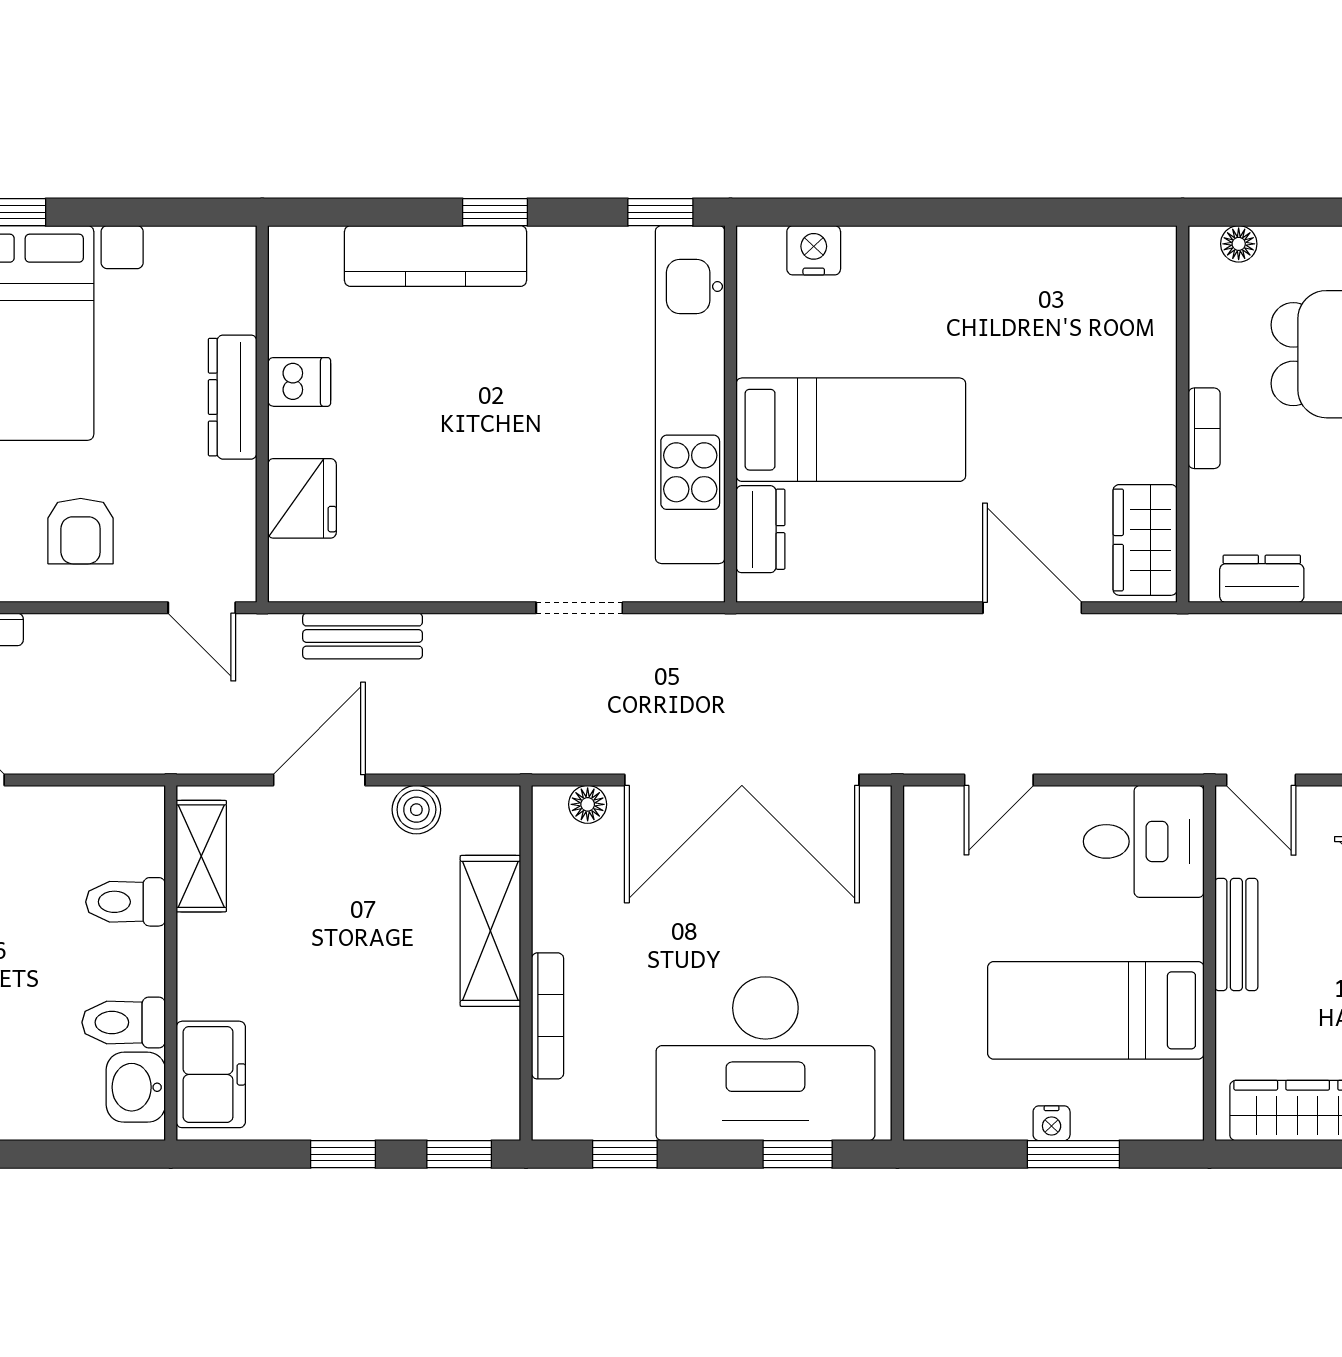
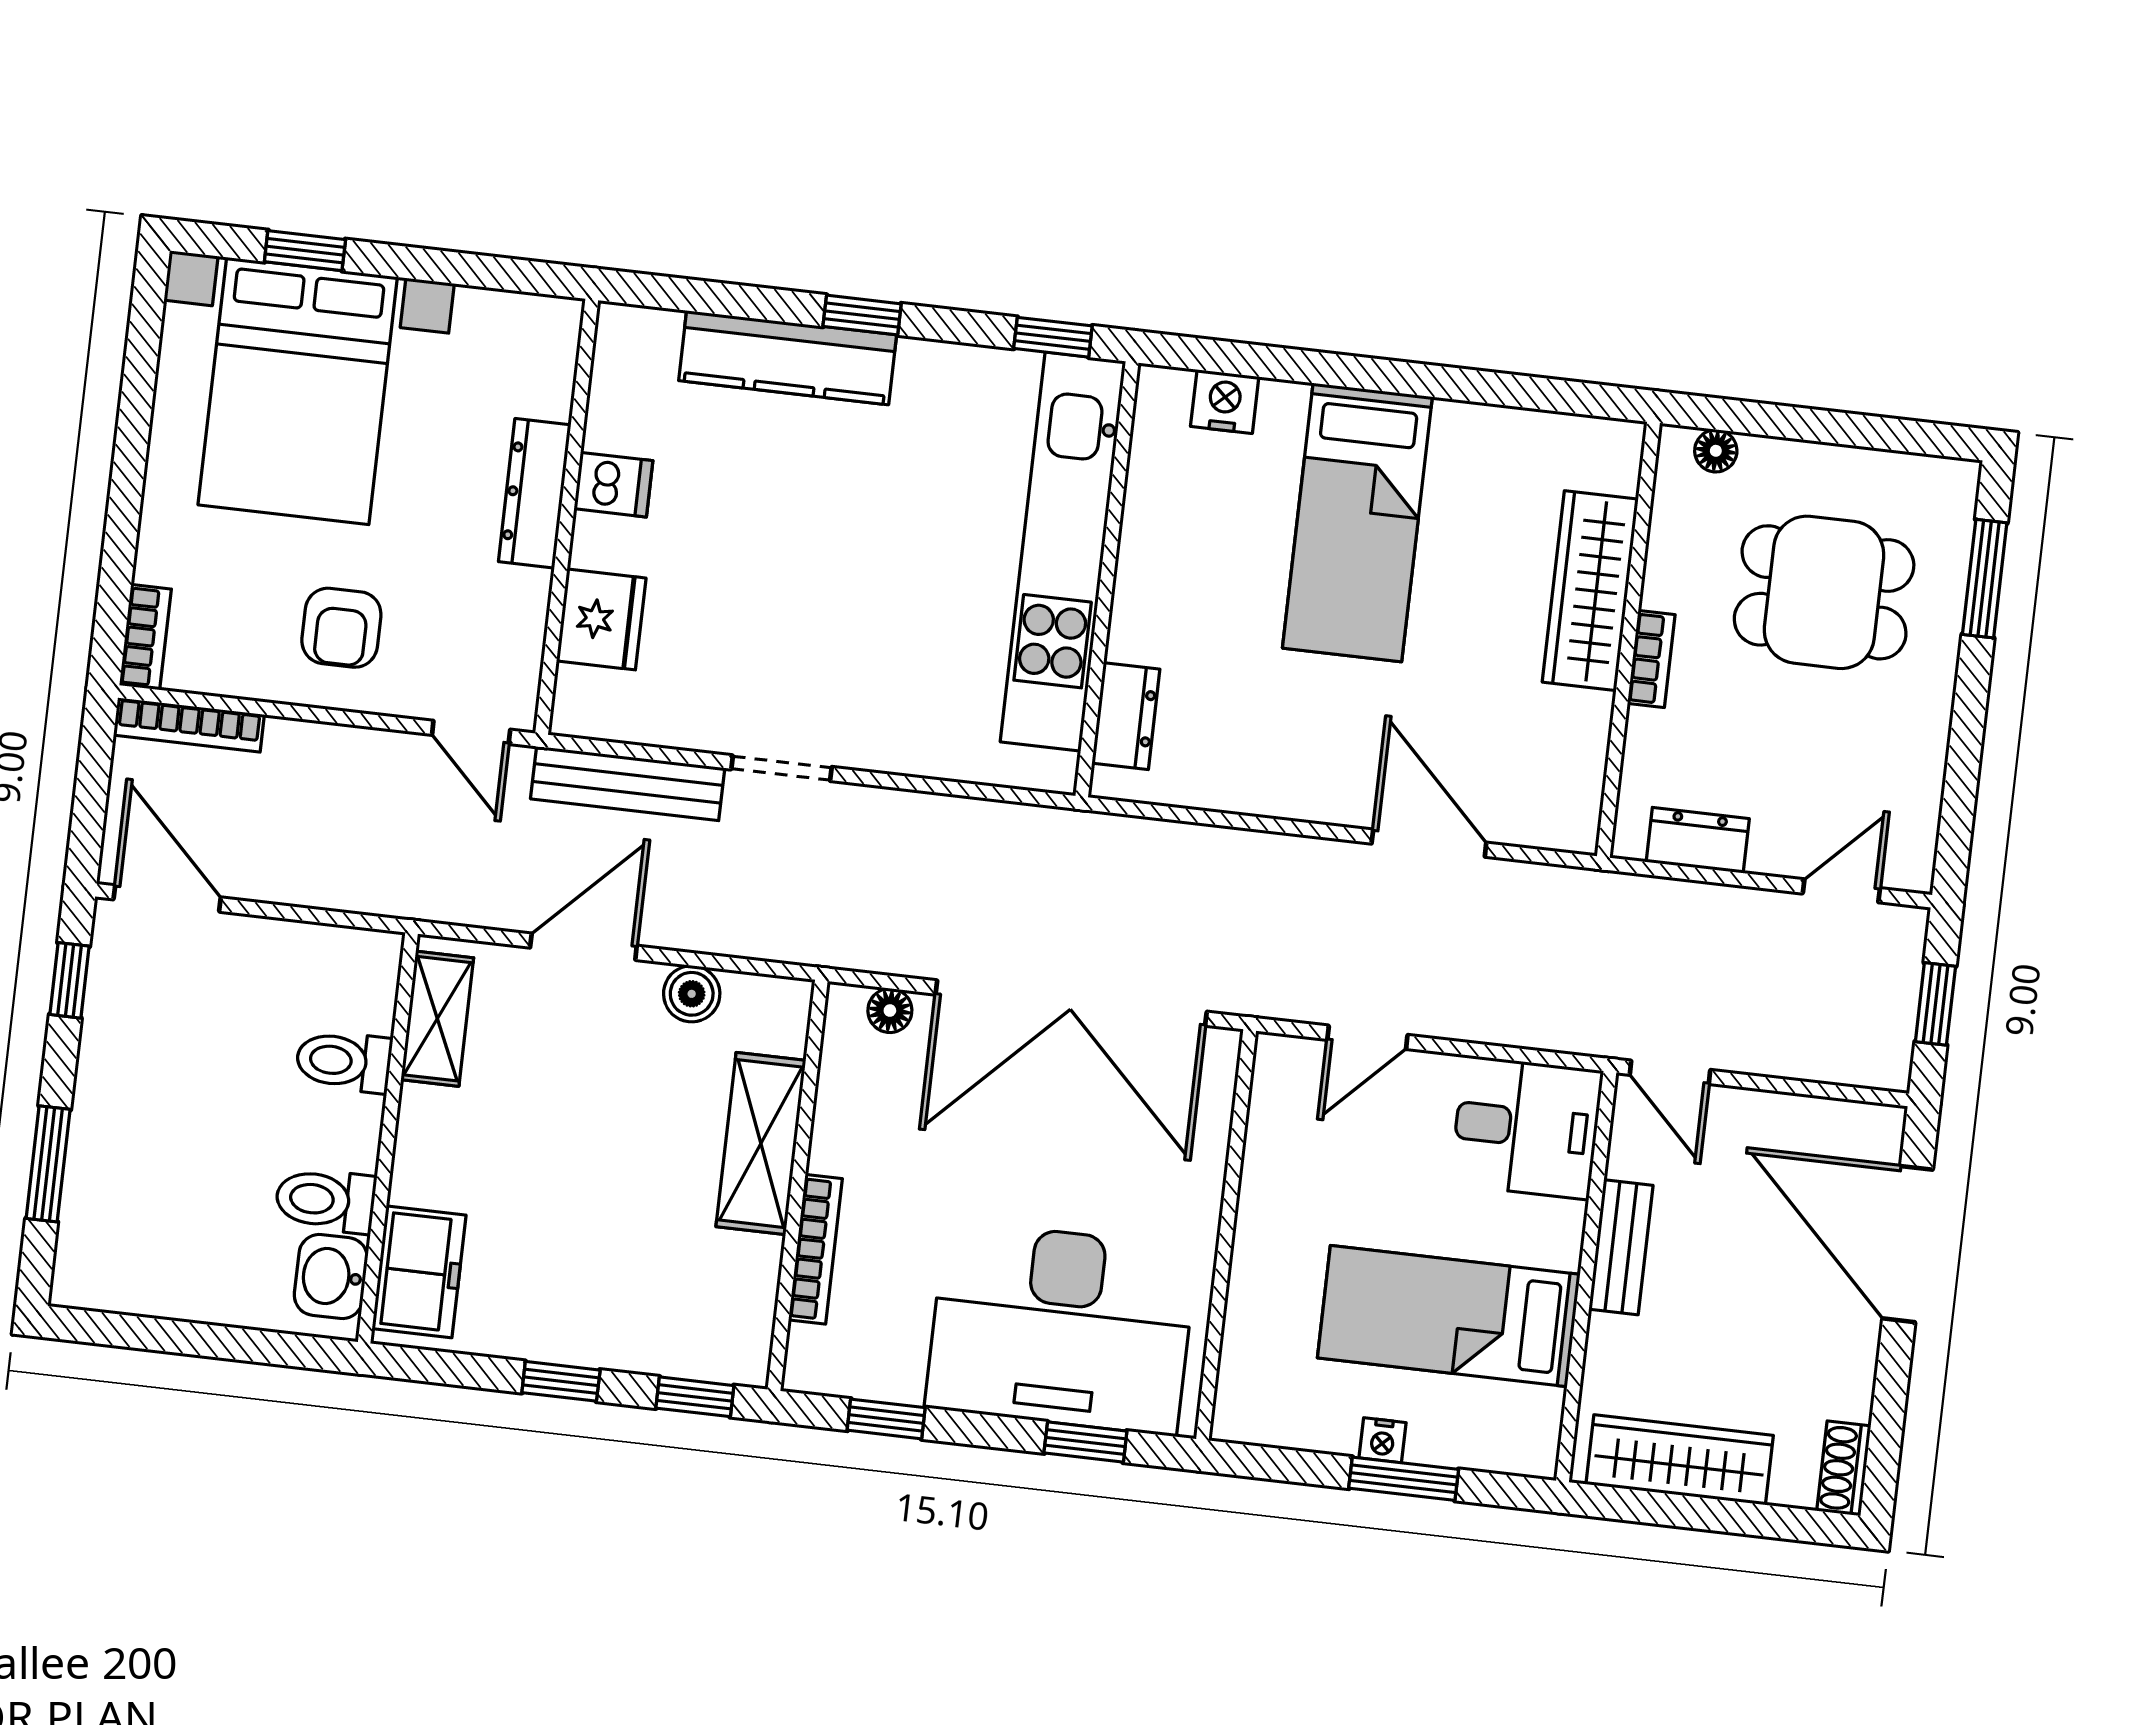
bed: (851, 430) -> (1357, 522), moved, turned 90
wardrobe: (1145, 540) -> (1590, 591), moved, width x1.50
doorway: (579, 608) -> (781, 768), moved
bench: (363, 636) -> (628, 783), width x1.36

